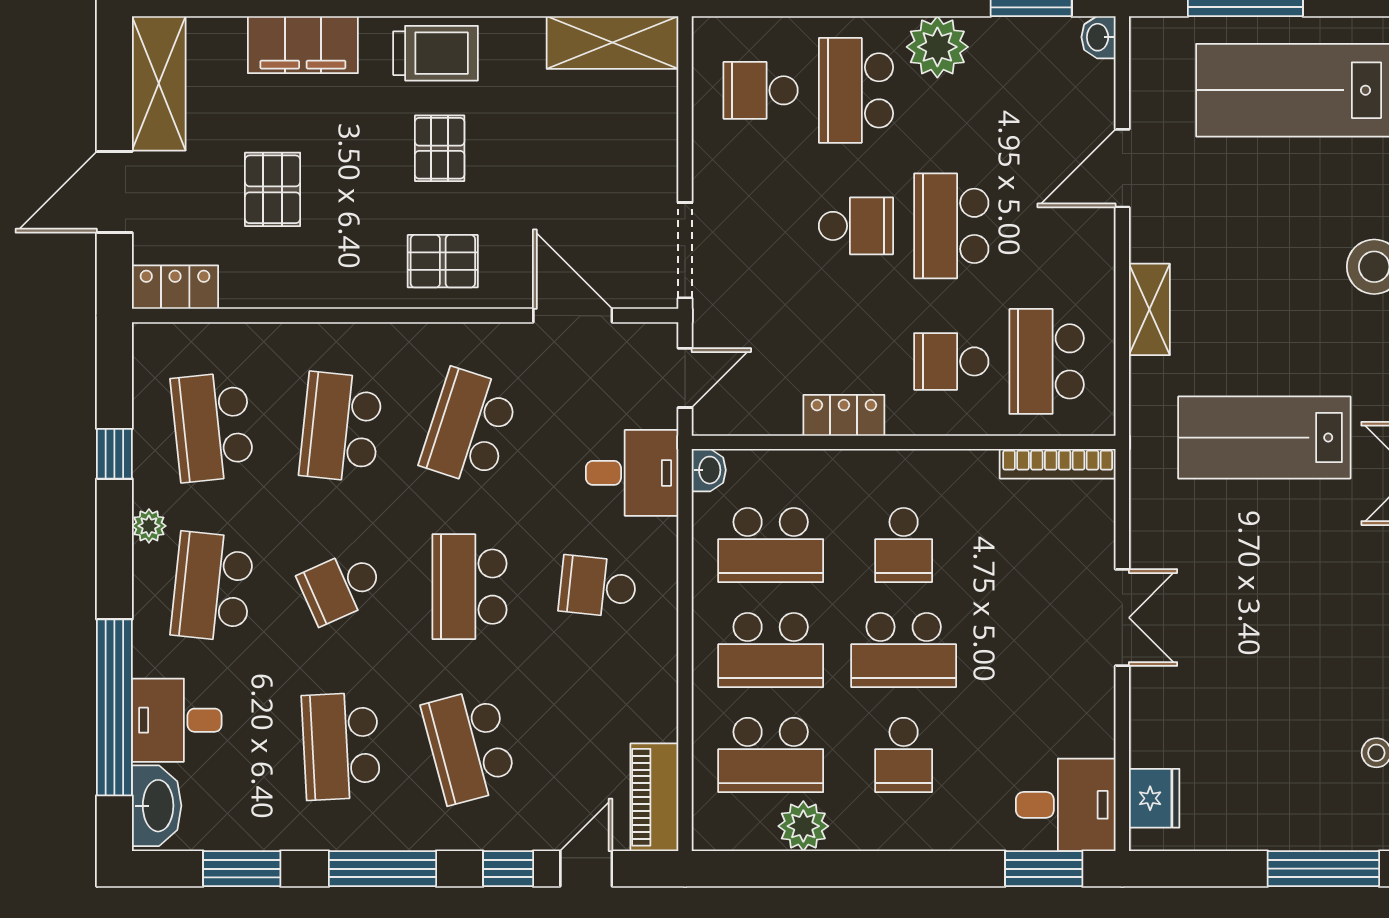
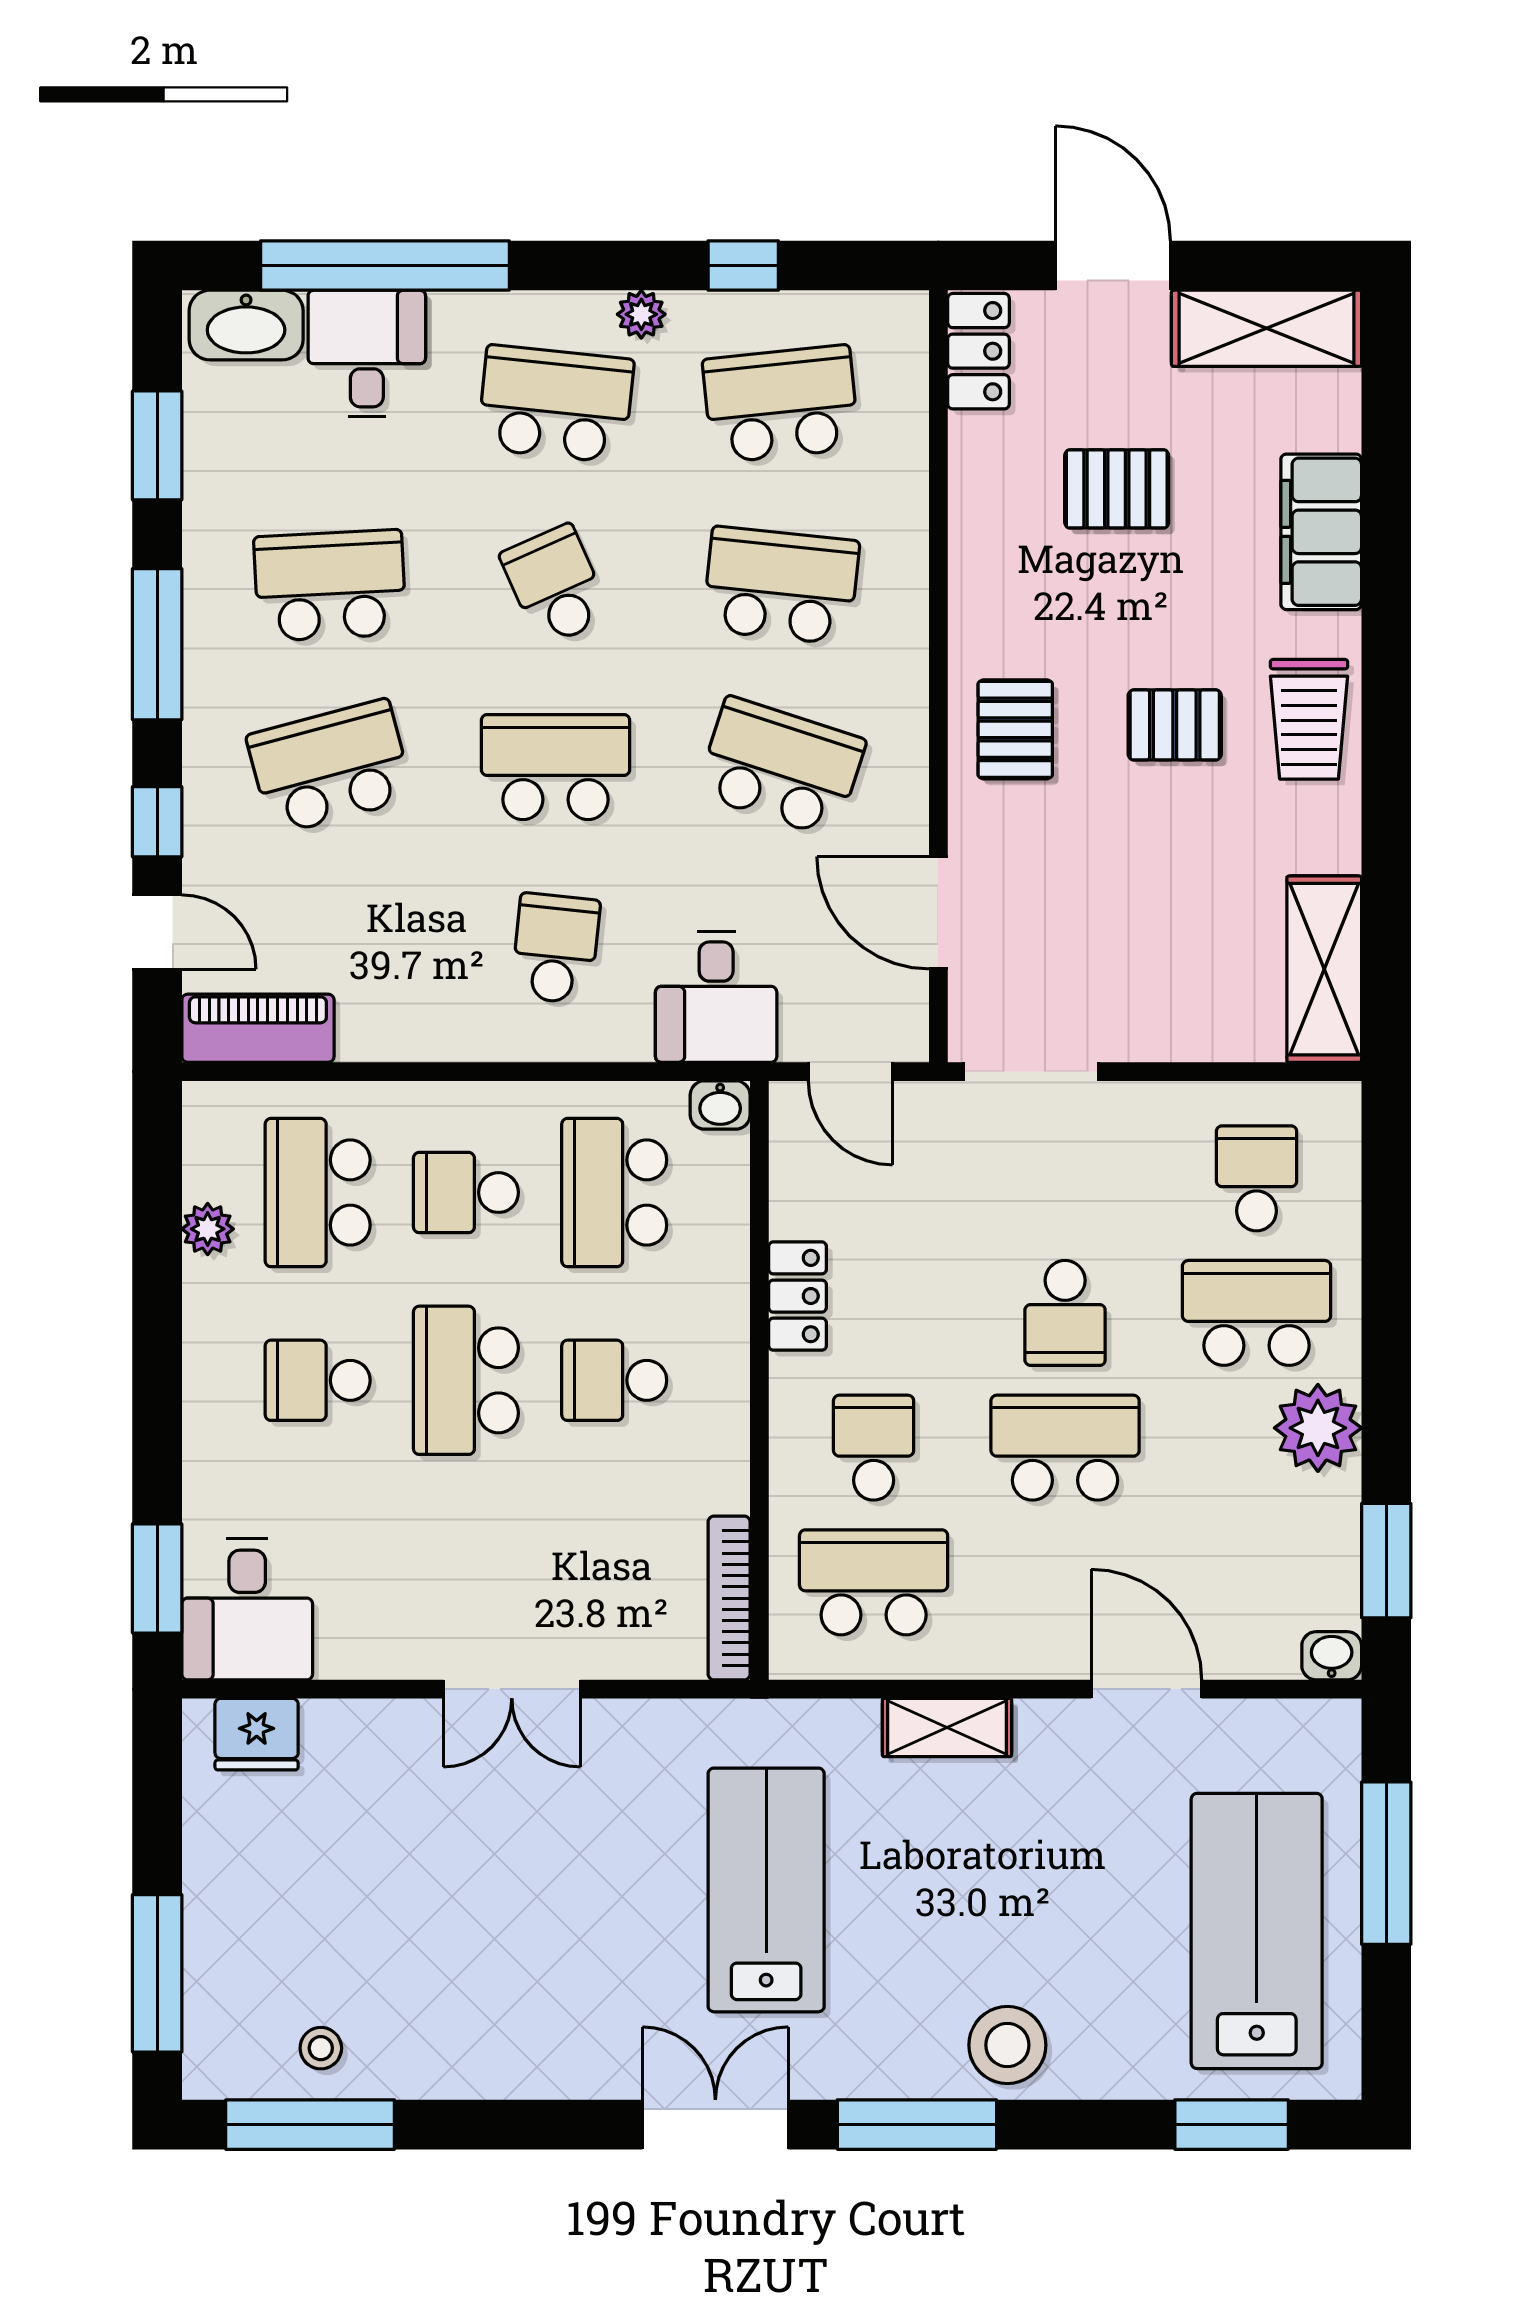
door: (573, 316) -> (938, 913), swing flipped
school desk: (771, 650) -> (466, 1193), width x0.54
plant: (803, 826) -> (208, 1229), width x0.73, depth x0.73

